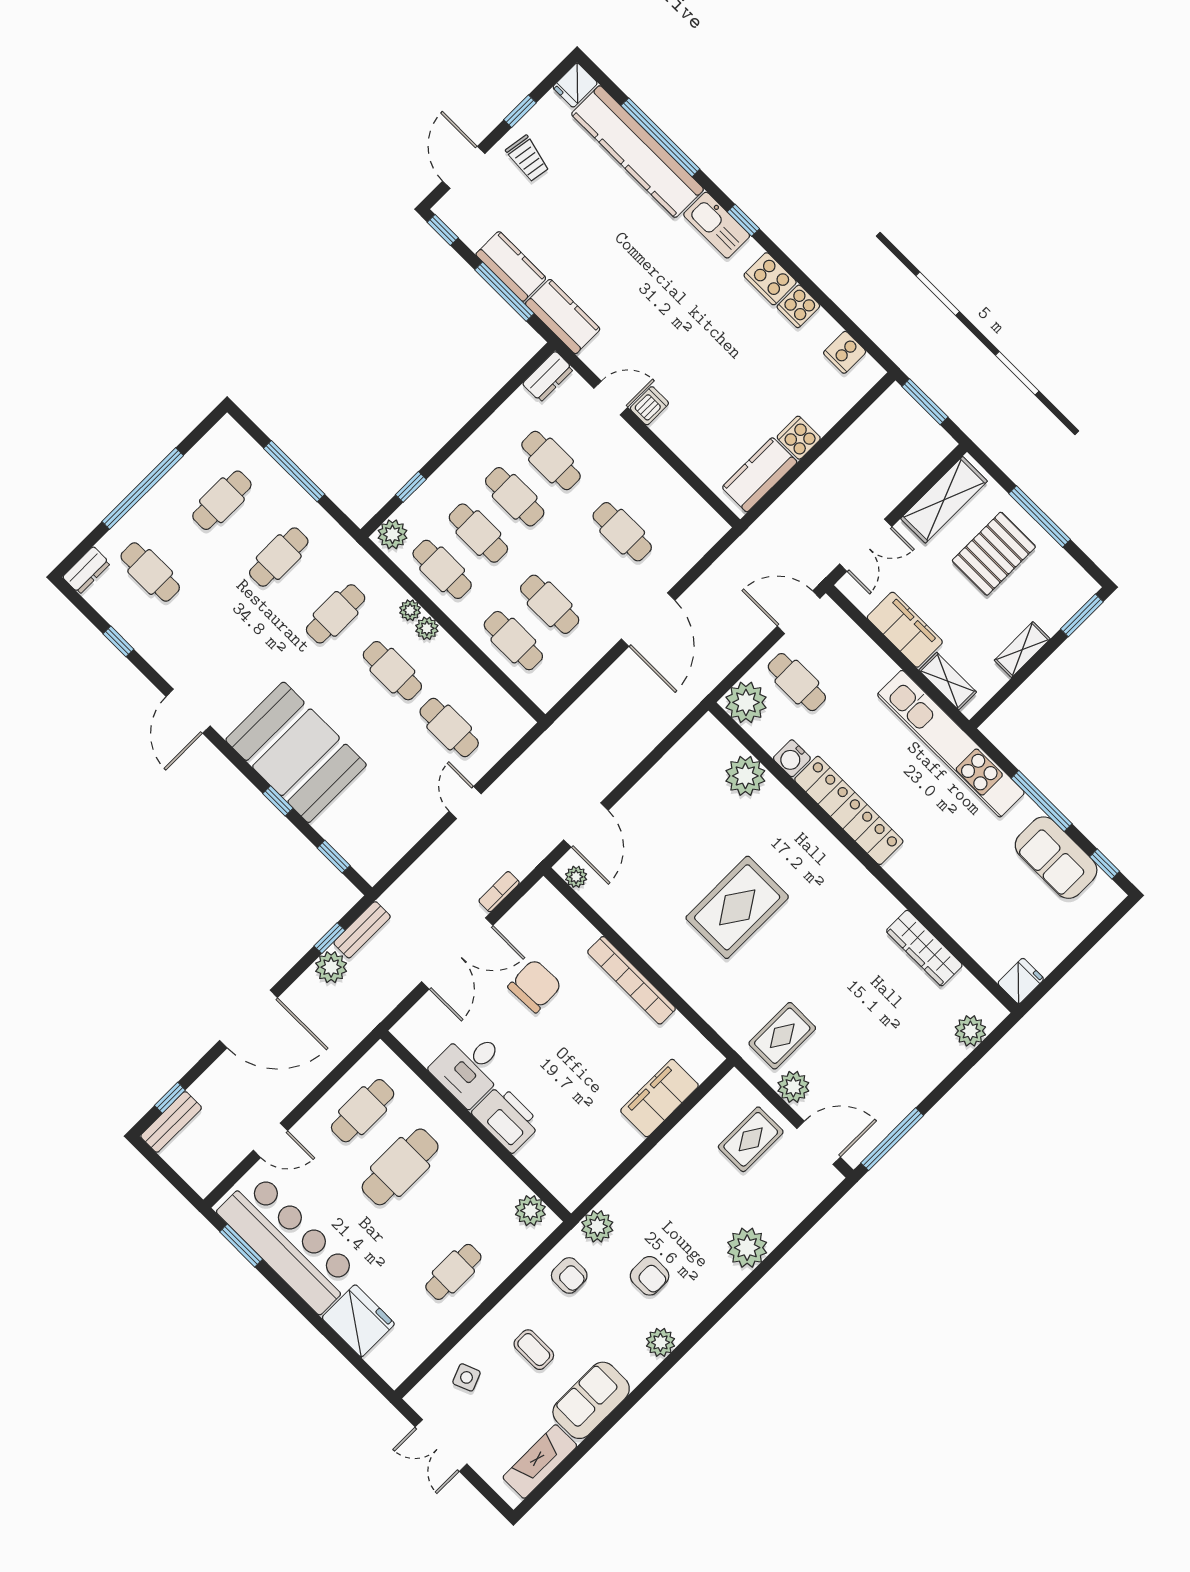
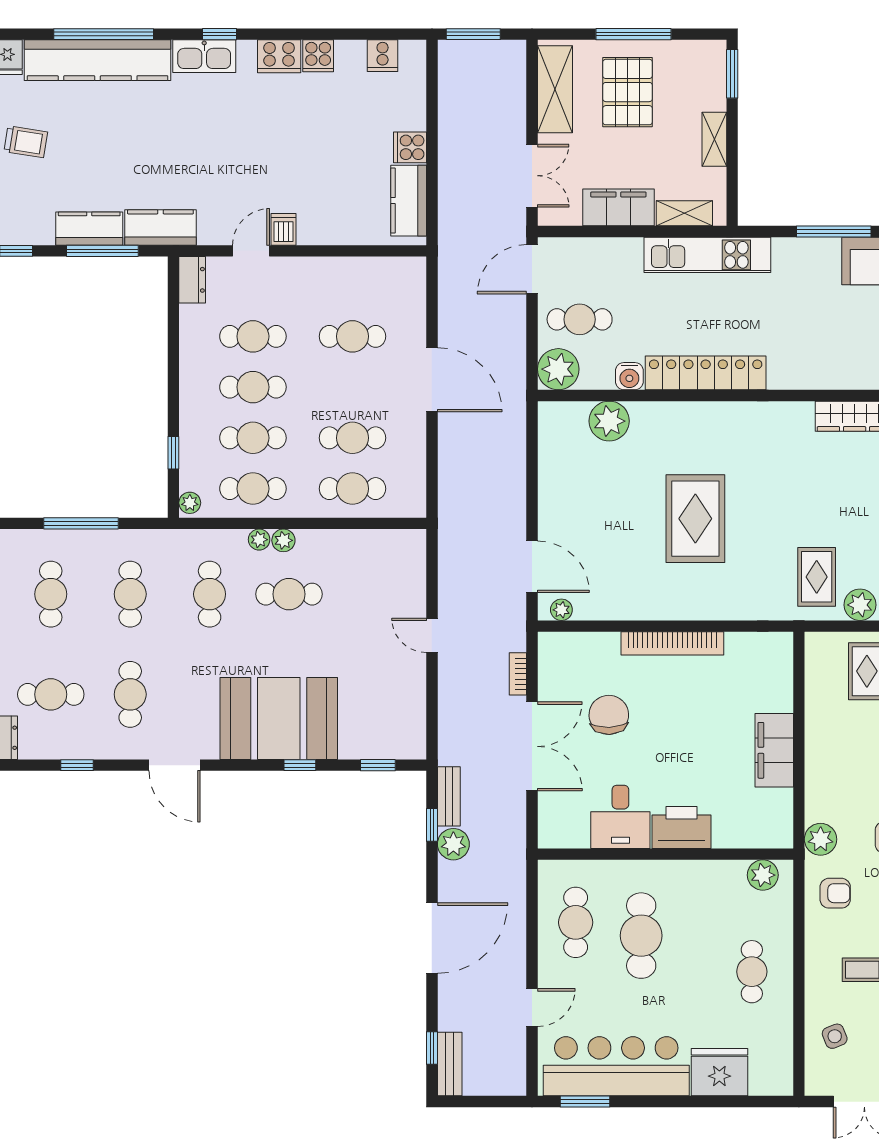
plant: (392, 534) -> (190, 503), width x0.73, depth x0.73
cafe table: (449, 727) -> (130, 694), moved, turned 90
kitchen unit: (951, 744) -> (707, 255), width x0.73
filing cabinet: (659, 1098) -> (774, 750), moved

